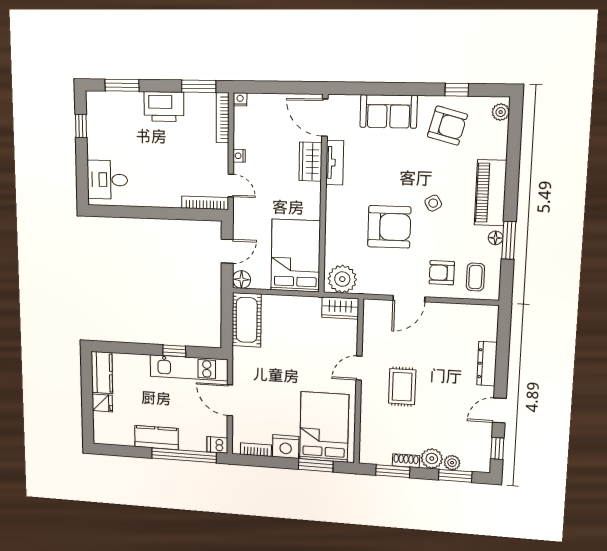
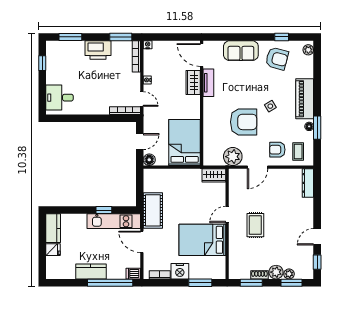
plant: (342, 279) -> (233, 157), moved
cot: (247, 320) -> (153, 210), moved
dresser: (487, 364) -> (308, 183), moved
bed: (324, 427) -> (202, 240), moved, turned -90

